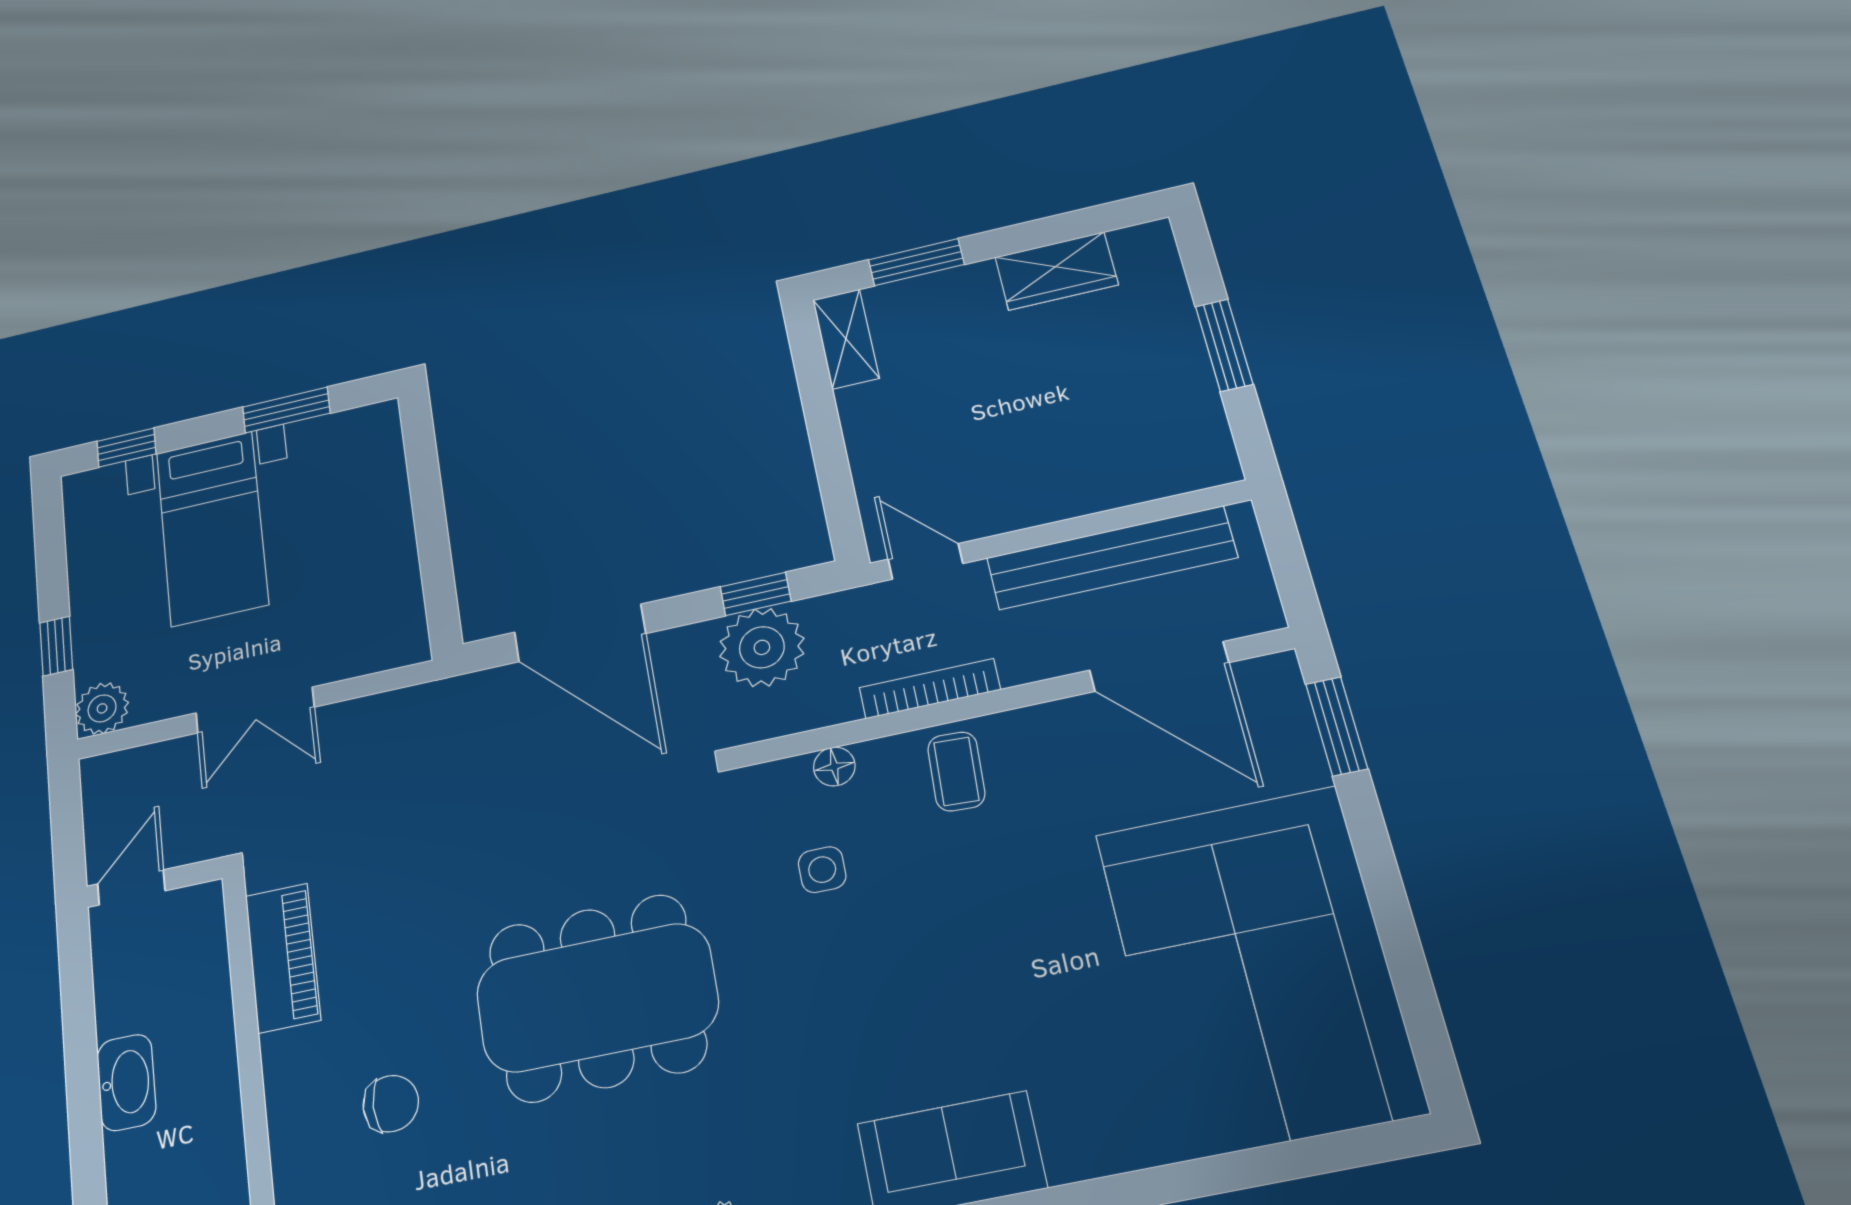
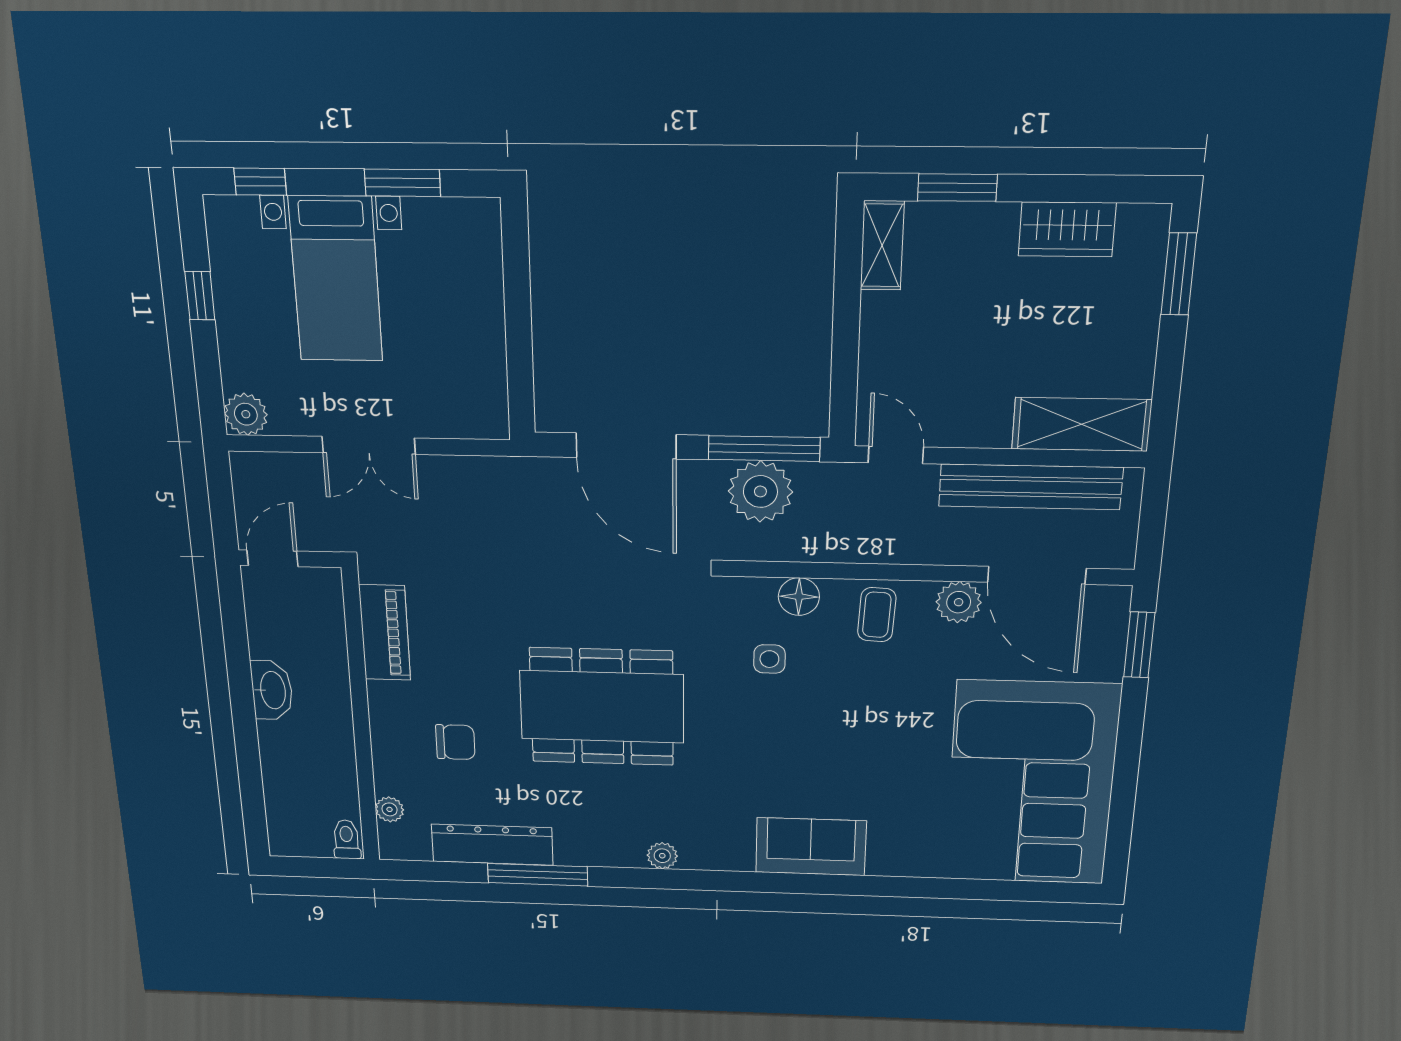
window: (1224, 345) -> (1179, 274), moved
shelving: (1150, 469) -> (1082, 424), added
window: (756, 594) -> (764, 449), width x2.17
window: (56, 646) -> (200, 296), moved
bookcase: (930, 689) -> (874, 552), removed
plant: (1064, 728) -> (959, 602), added
floor lamp: (834, 767) -> (799, 597), width x1.37, depth x1.37

